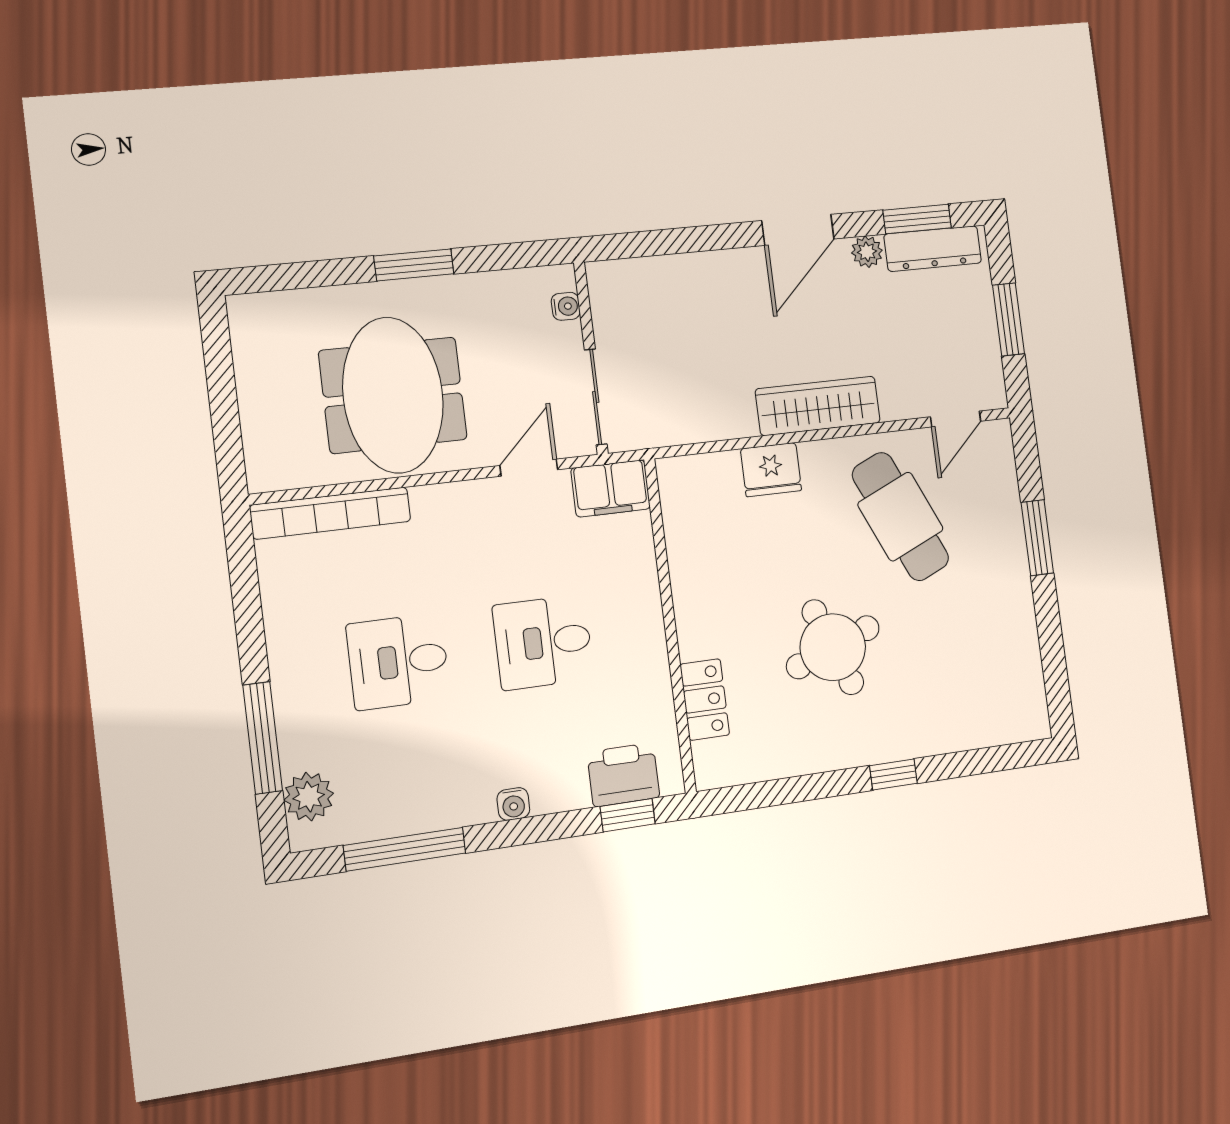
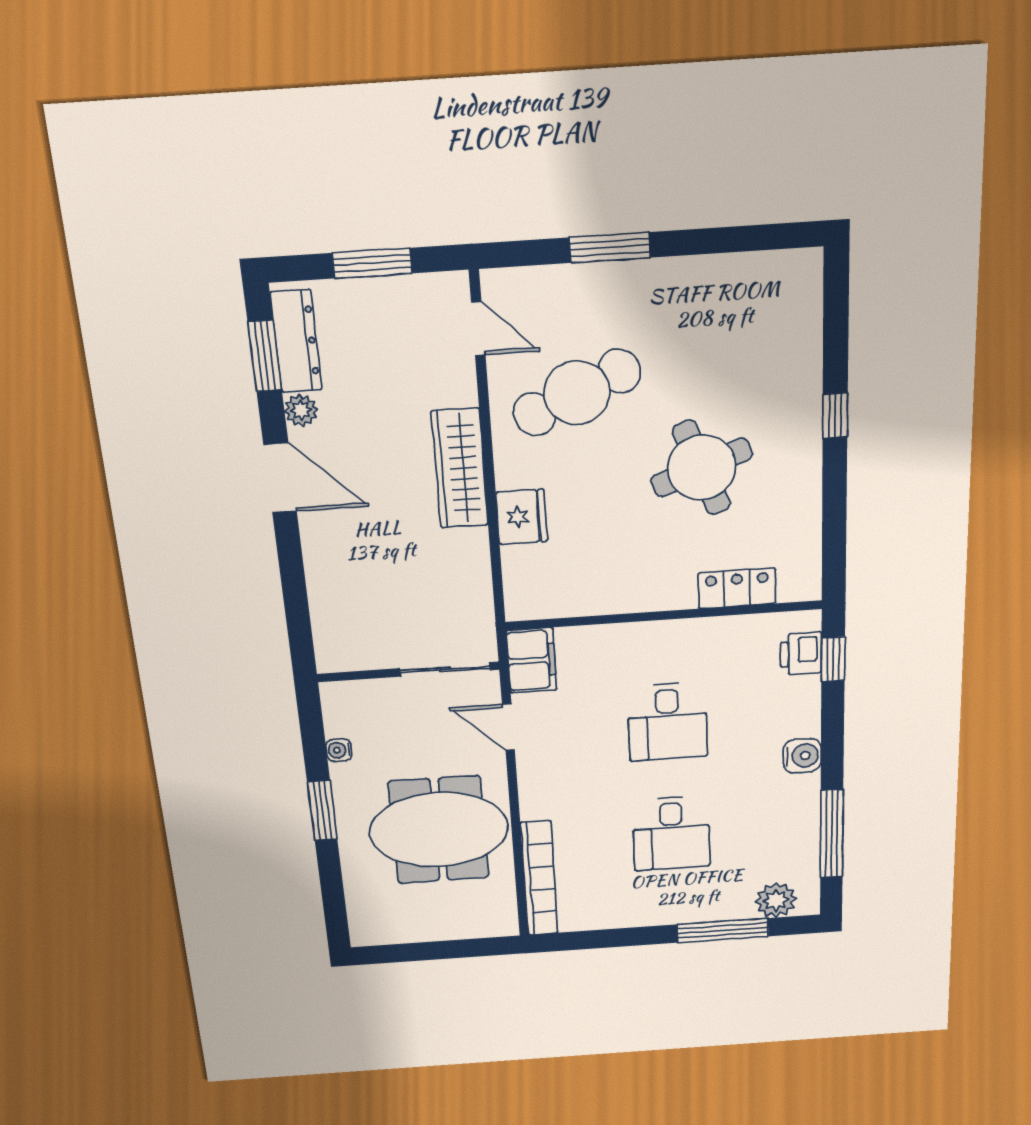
water cooler: (566, 306) -> (339, 750), moved, turned -90
printer: (623, 775) -> (801, 653), width x0.73, depth x0.81
water cooler: (513, 804) -> (802, 756), width x1.38, depth x1.38

